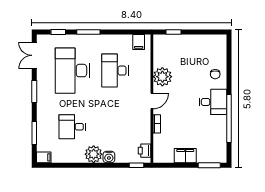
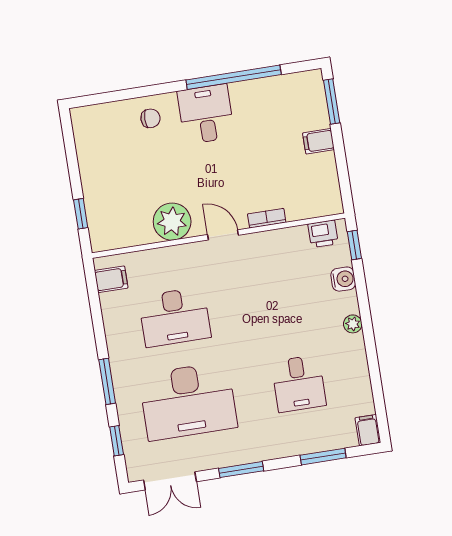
plant: (94, 154) -> (353, 324), width x0.53, depth x0.53
filing cabinet: (185, 156) -> (318, 141), width x0.50
water cooler: (109, 157) -> (343, 279), moved

